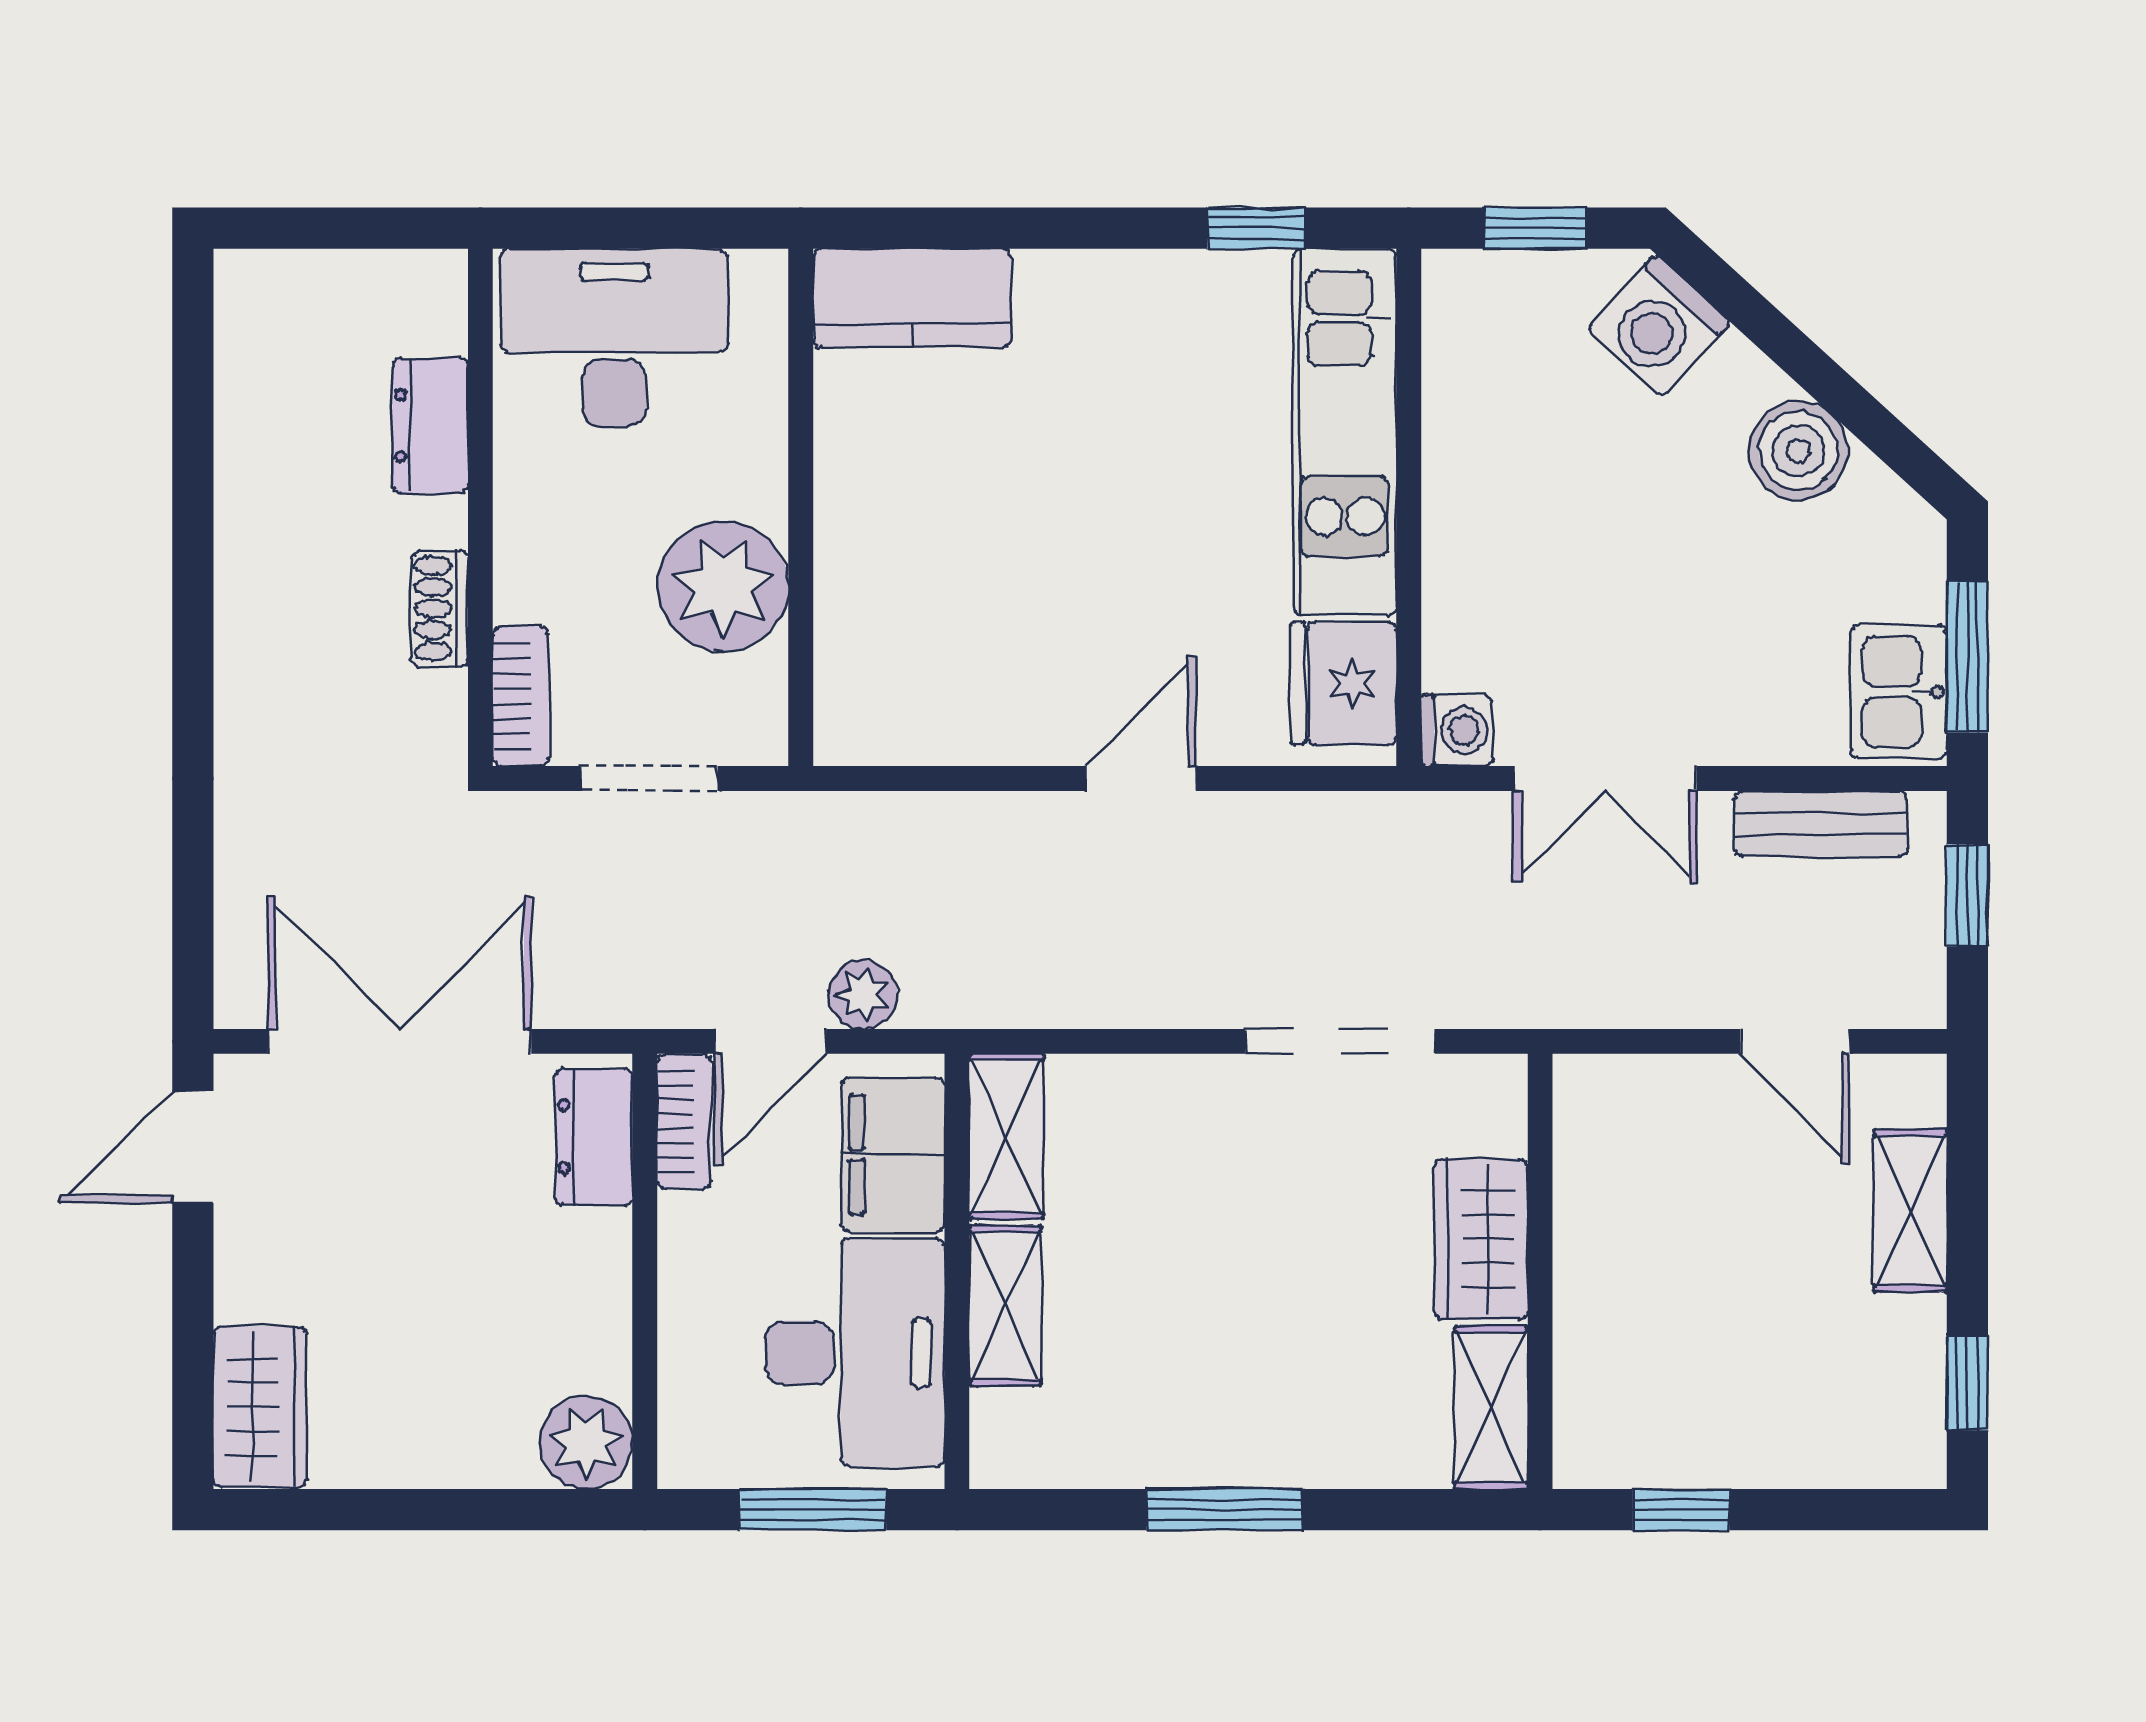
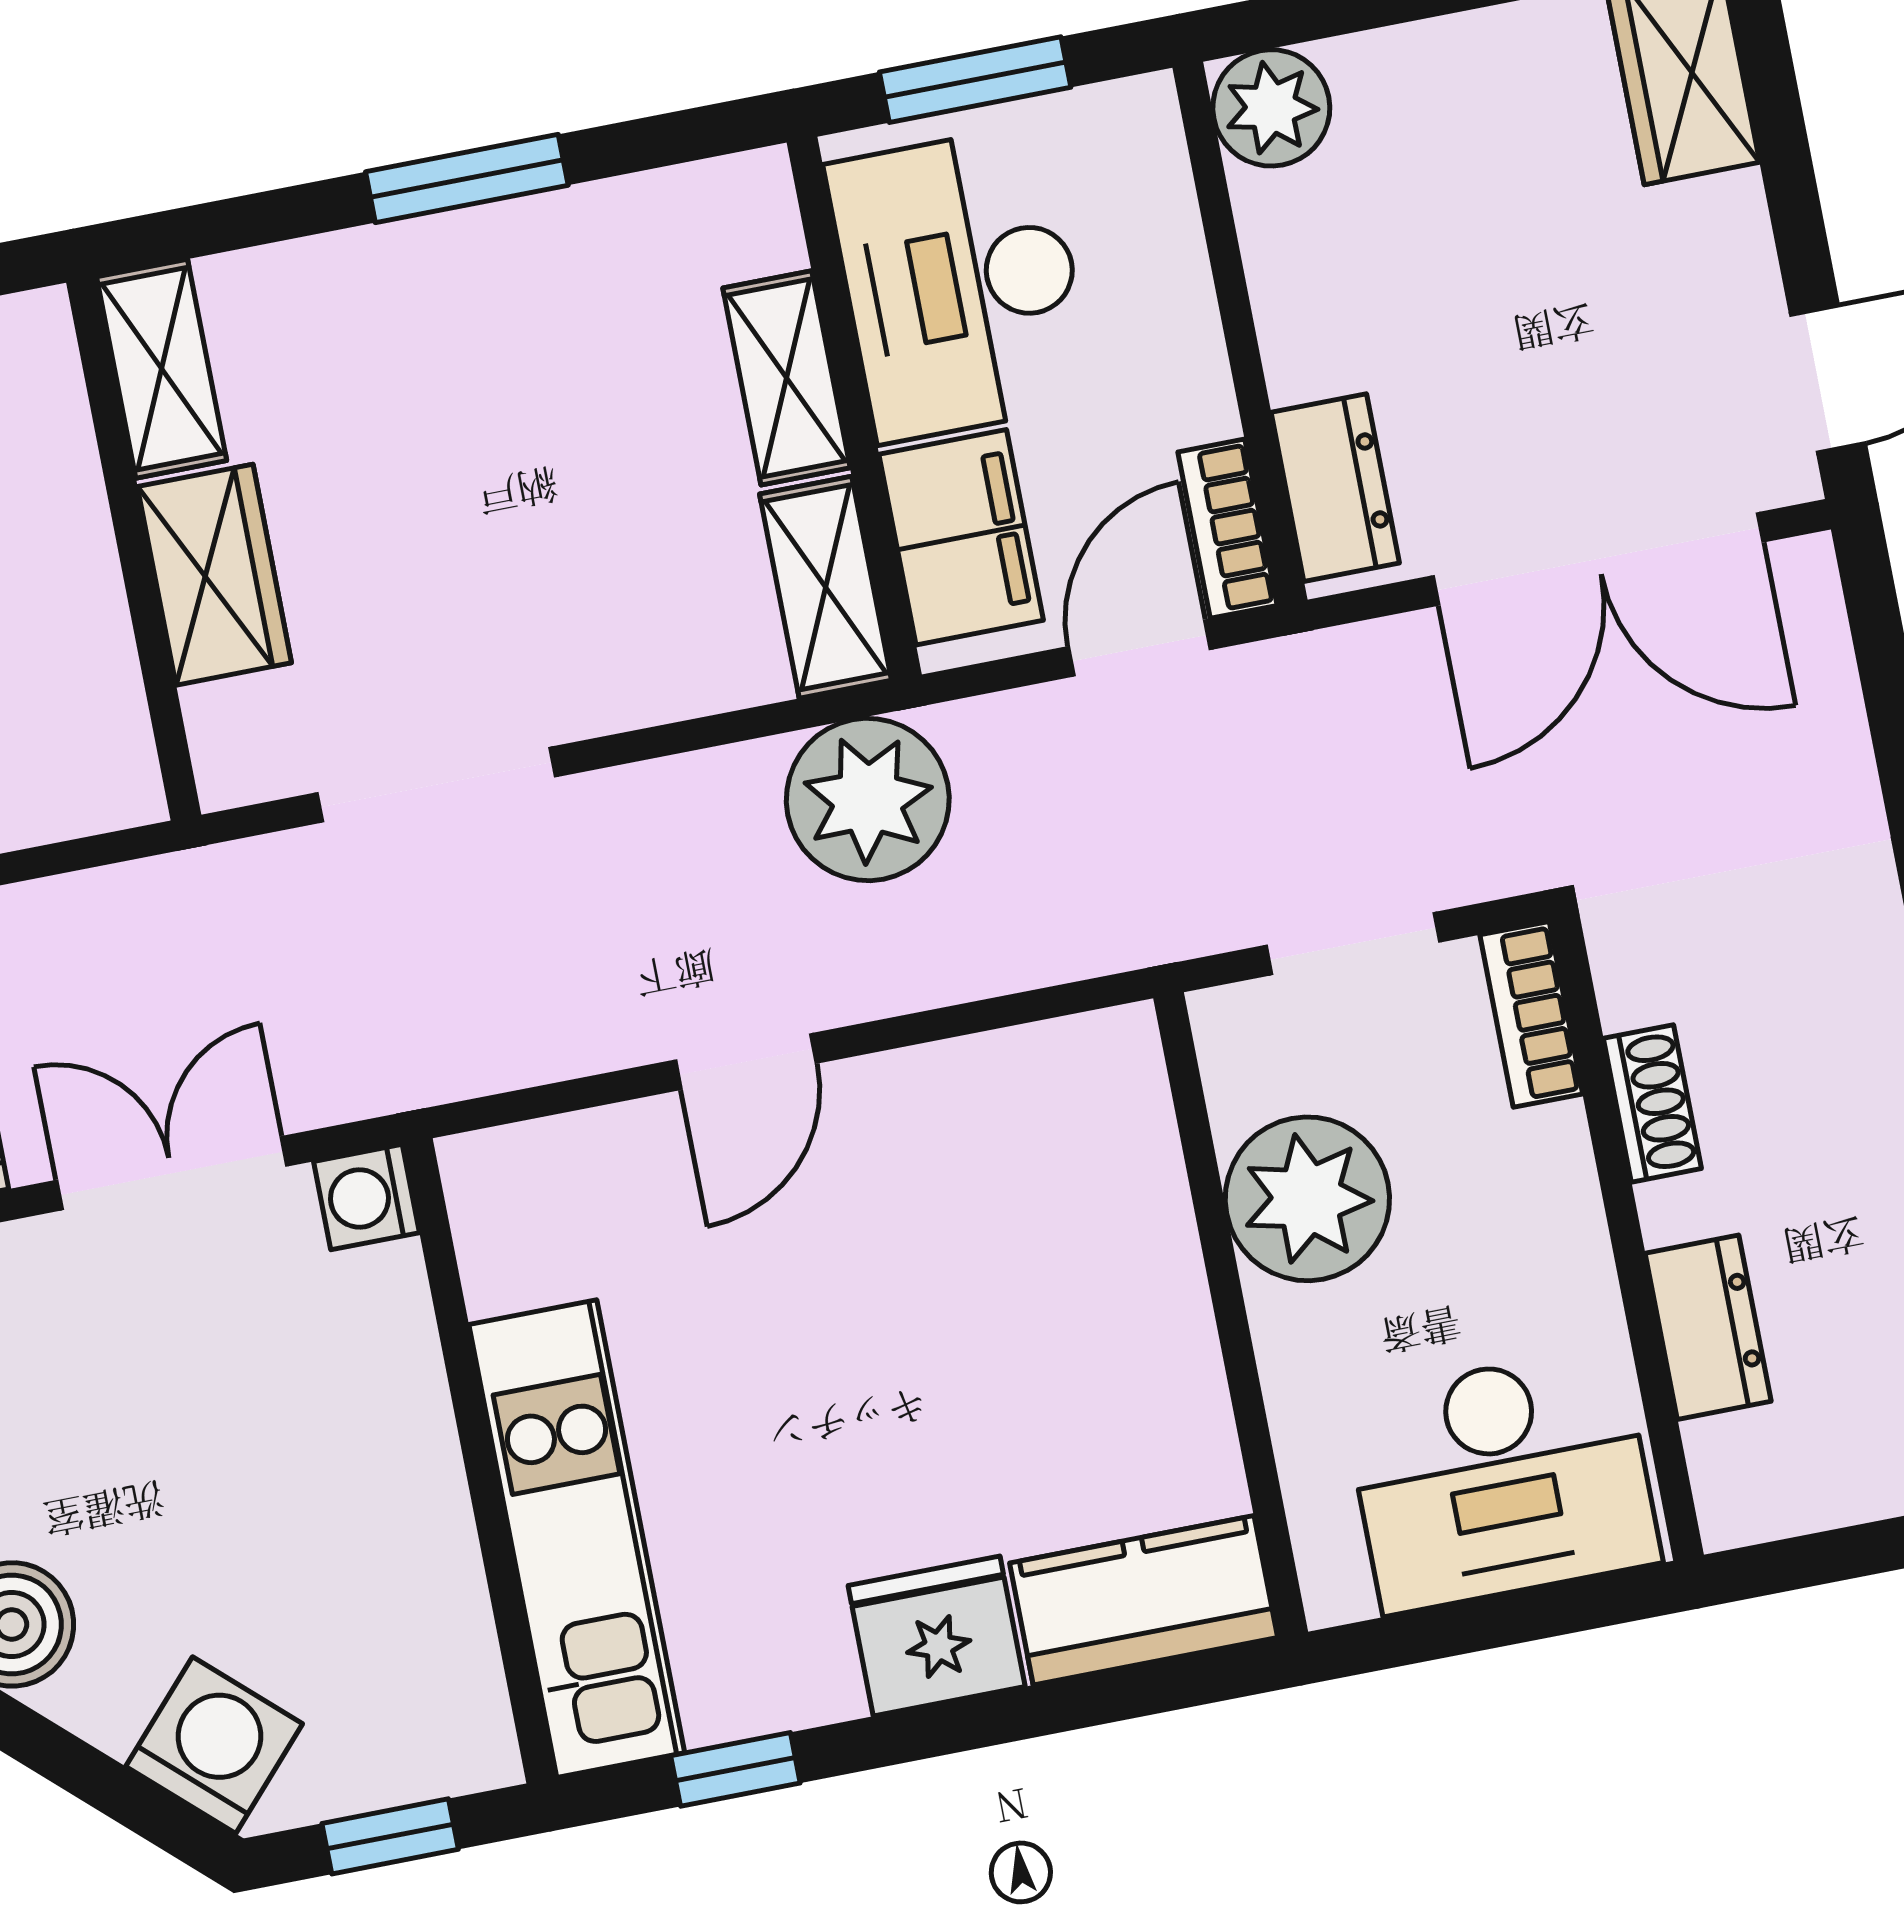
fridge: (1344, 683) -> (937, 1636), moved, turned -90
plant: (863, 995) -> (868, 800), moved, width x1.87, depth x1.87

